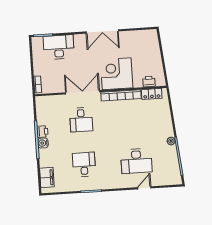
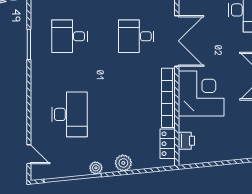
plant: (167, 123) -> (123, 163), added
desk: (136, 161) -> (69, 114), turned 180
desk: (84, 164) -> (69, 36), turned 180
door: (144, 188) -> (29, 154), moved

